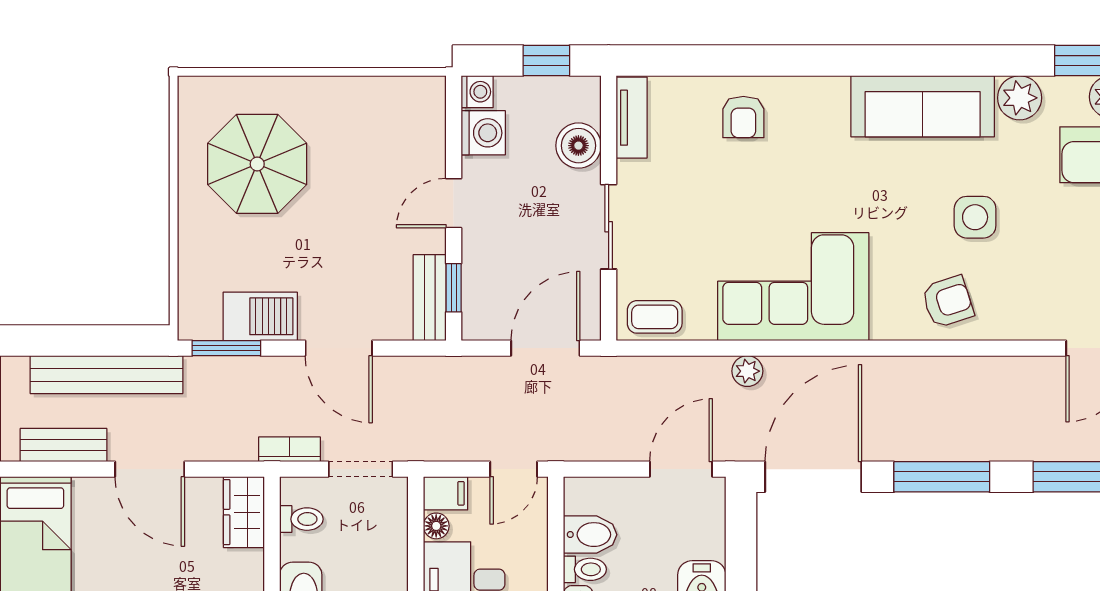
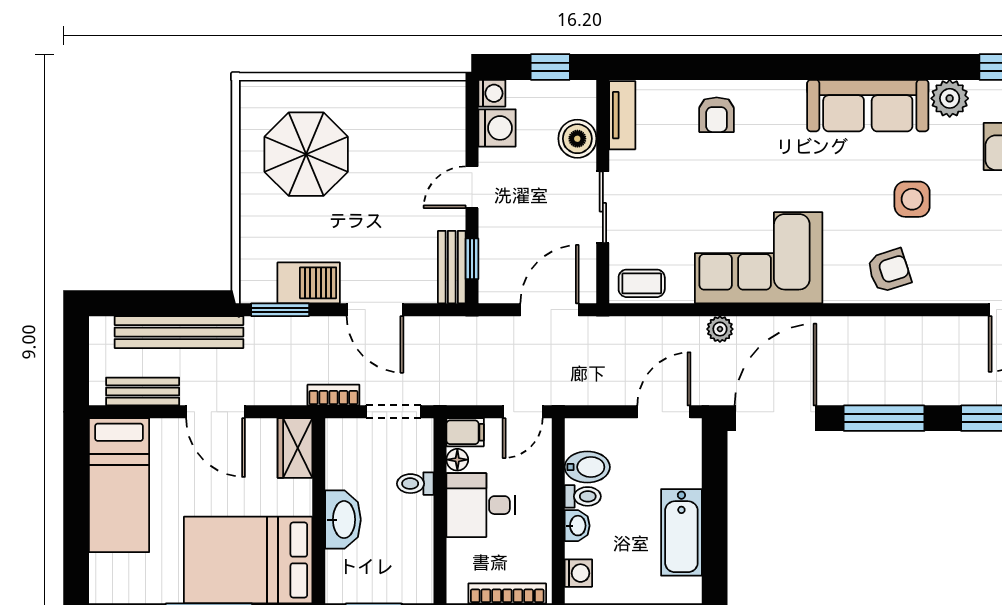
toilet: (301, 519) -> (415, 484), moved, turned 180

